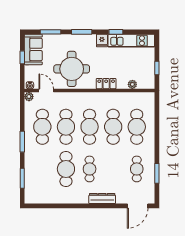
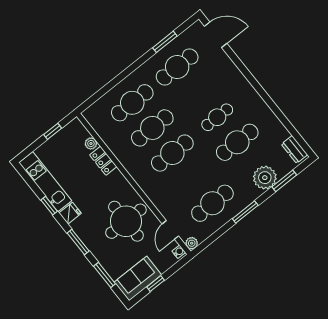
locker: (106, 84) -> (103, 161), moved
cafe table: (66, 127) -> (192, 178), removed
plant: (33, 169) -> (265, 178), added
cafe table: (137, 169) -> (177, 67), width x1.37, depth x1.35
dresser: (102, 198) -> (294, 149), moved, width x0.70

